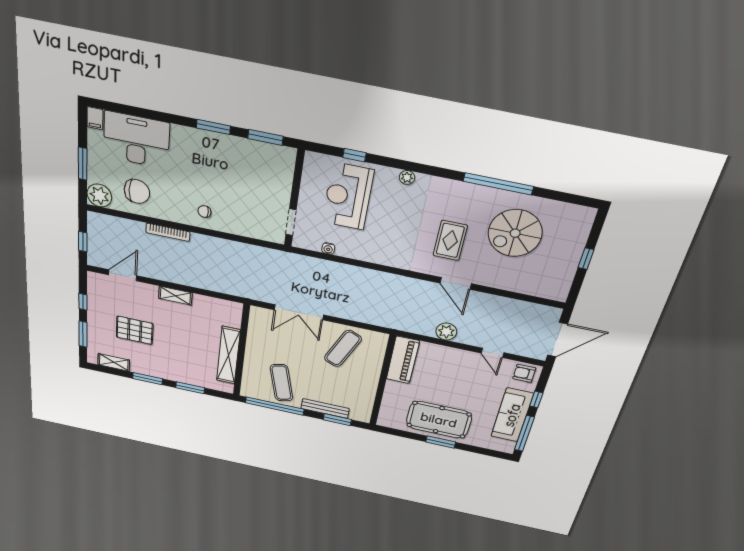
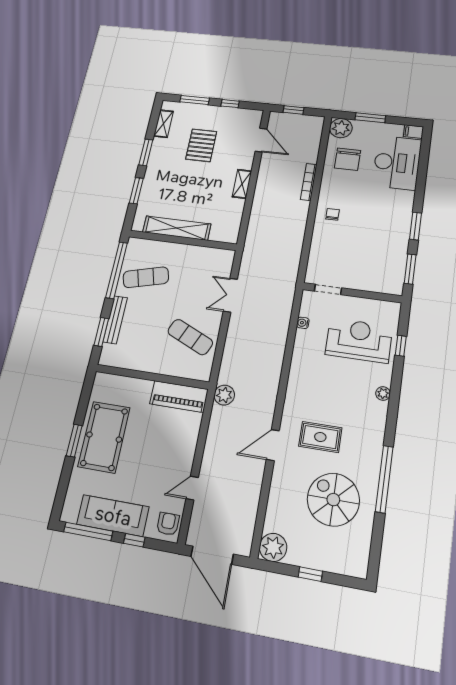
plant: (556, 289) -> (273, 547), added
double door: (299, 312) -> (230, 295), width x0.73
plant: (446, 332) -> (224, 395), moved

